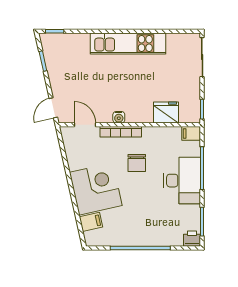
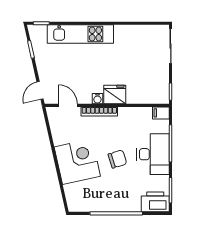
kitchen unit: (128, 43) -> (80, 34), moved
fridge: (166, 113) -> (115, 95), moved
chair: (137, 163) -> (117, 159), moved, turned -107
filing cabinet: (91, 222) -> (73, 190), removed
printer: (192, 239) -> (155, 202), width x1.87, depth x1.48

